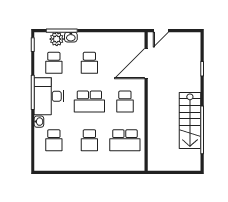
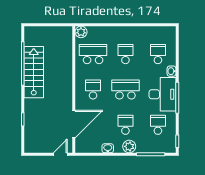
washbasin: (71, 37) -> (108, 148), moved
plant: (57, 39) -> (129, 146), moved
plant: (138, 165) -> (81, 32), added

